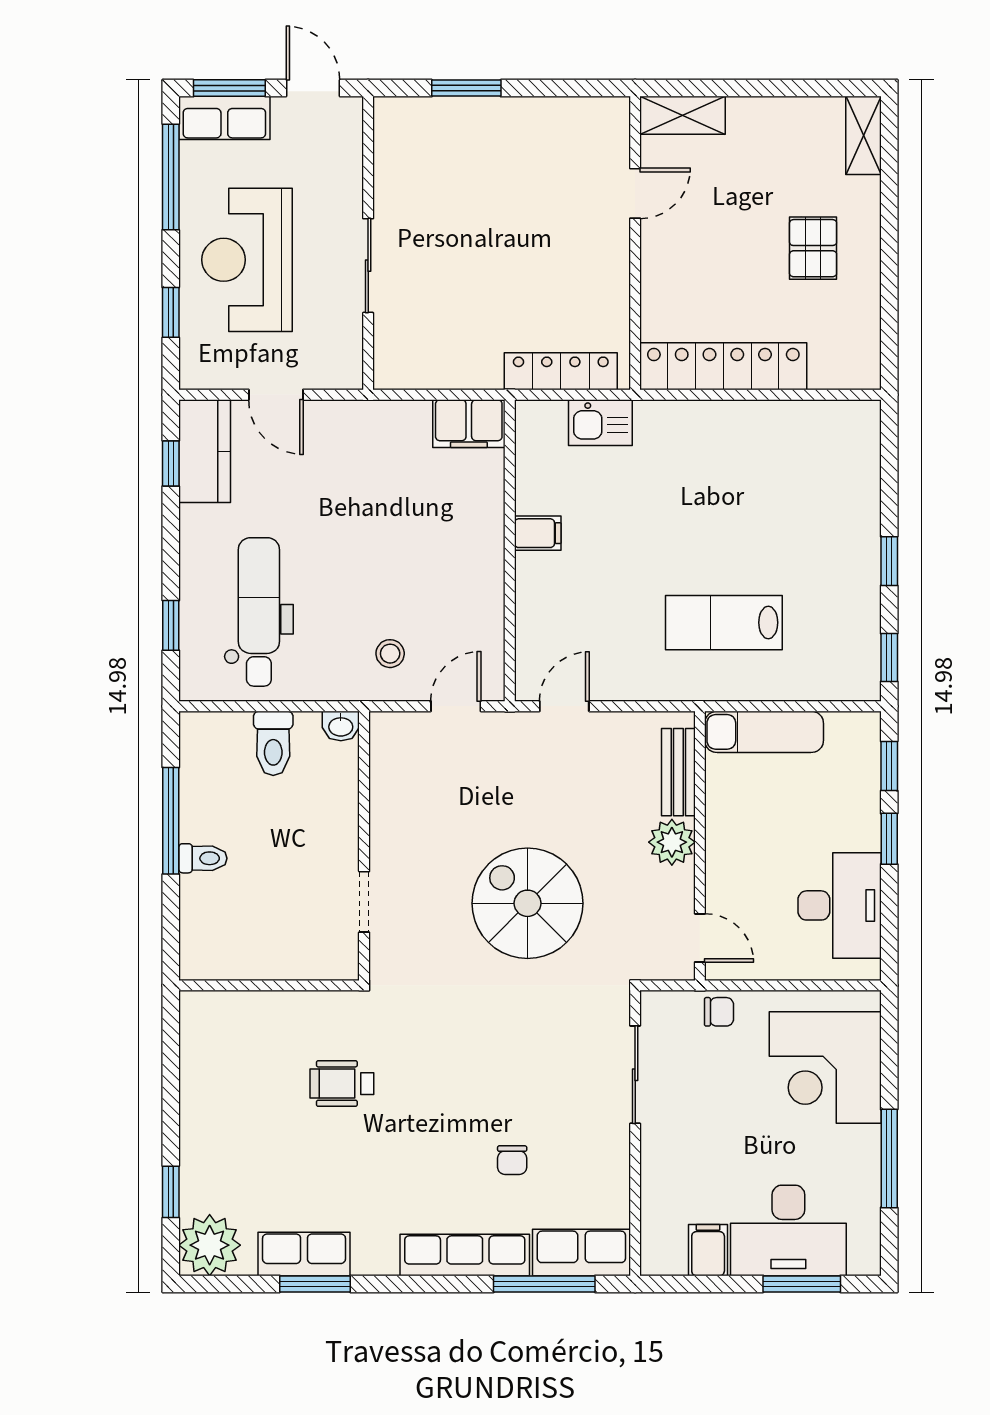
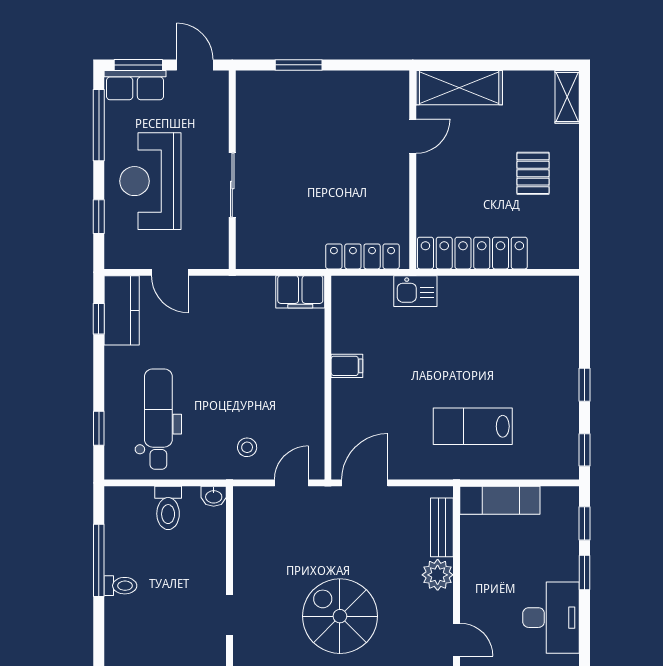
shelving: (683, 115) -> (459, 88), width x1.50, depth x1.33
kitchen sink: (600, 423) -> (415, 291), moved
door: (564, 706) -> (365, 483), width x1.38

